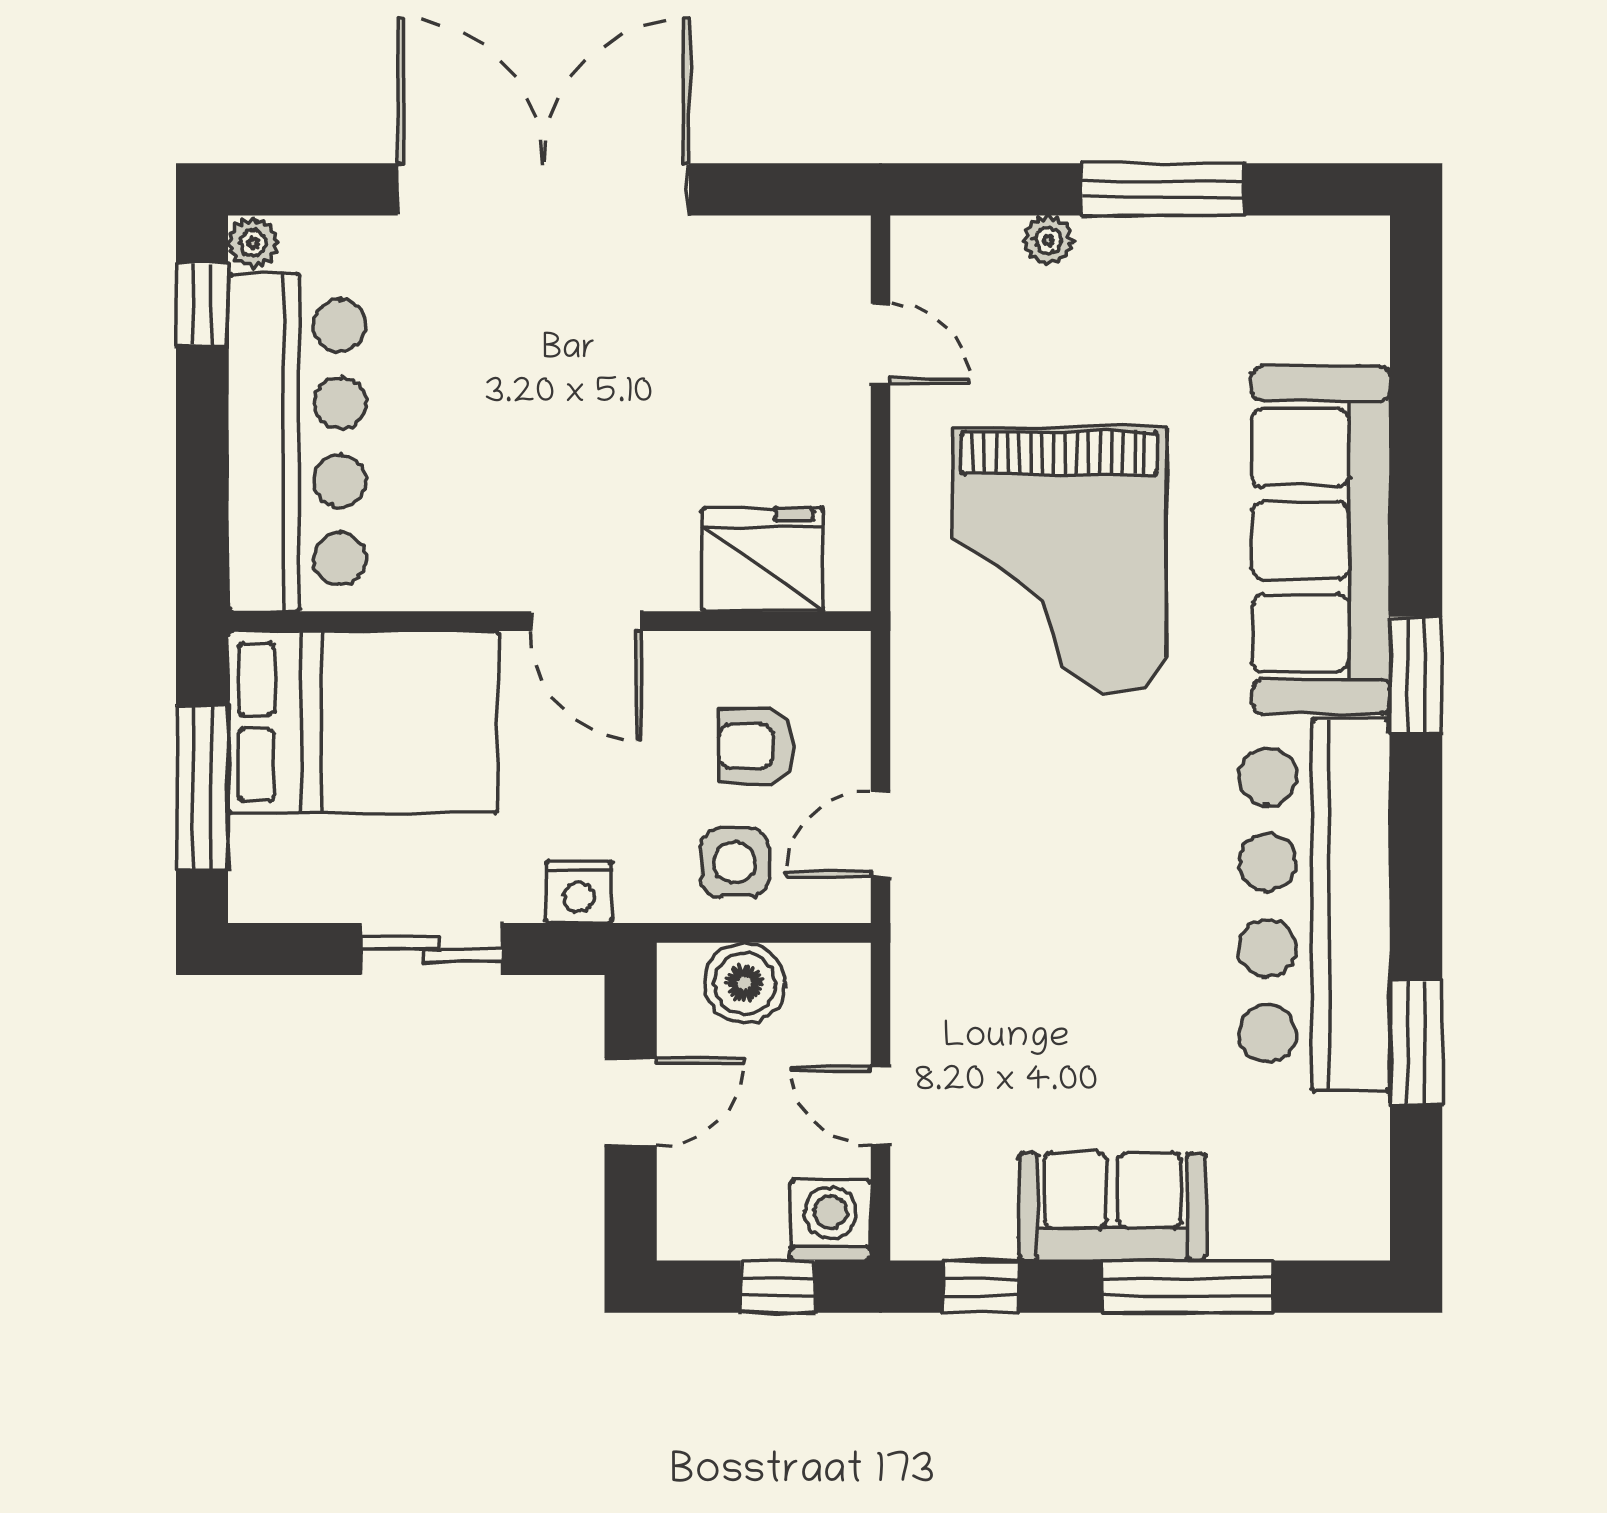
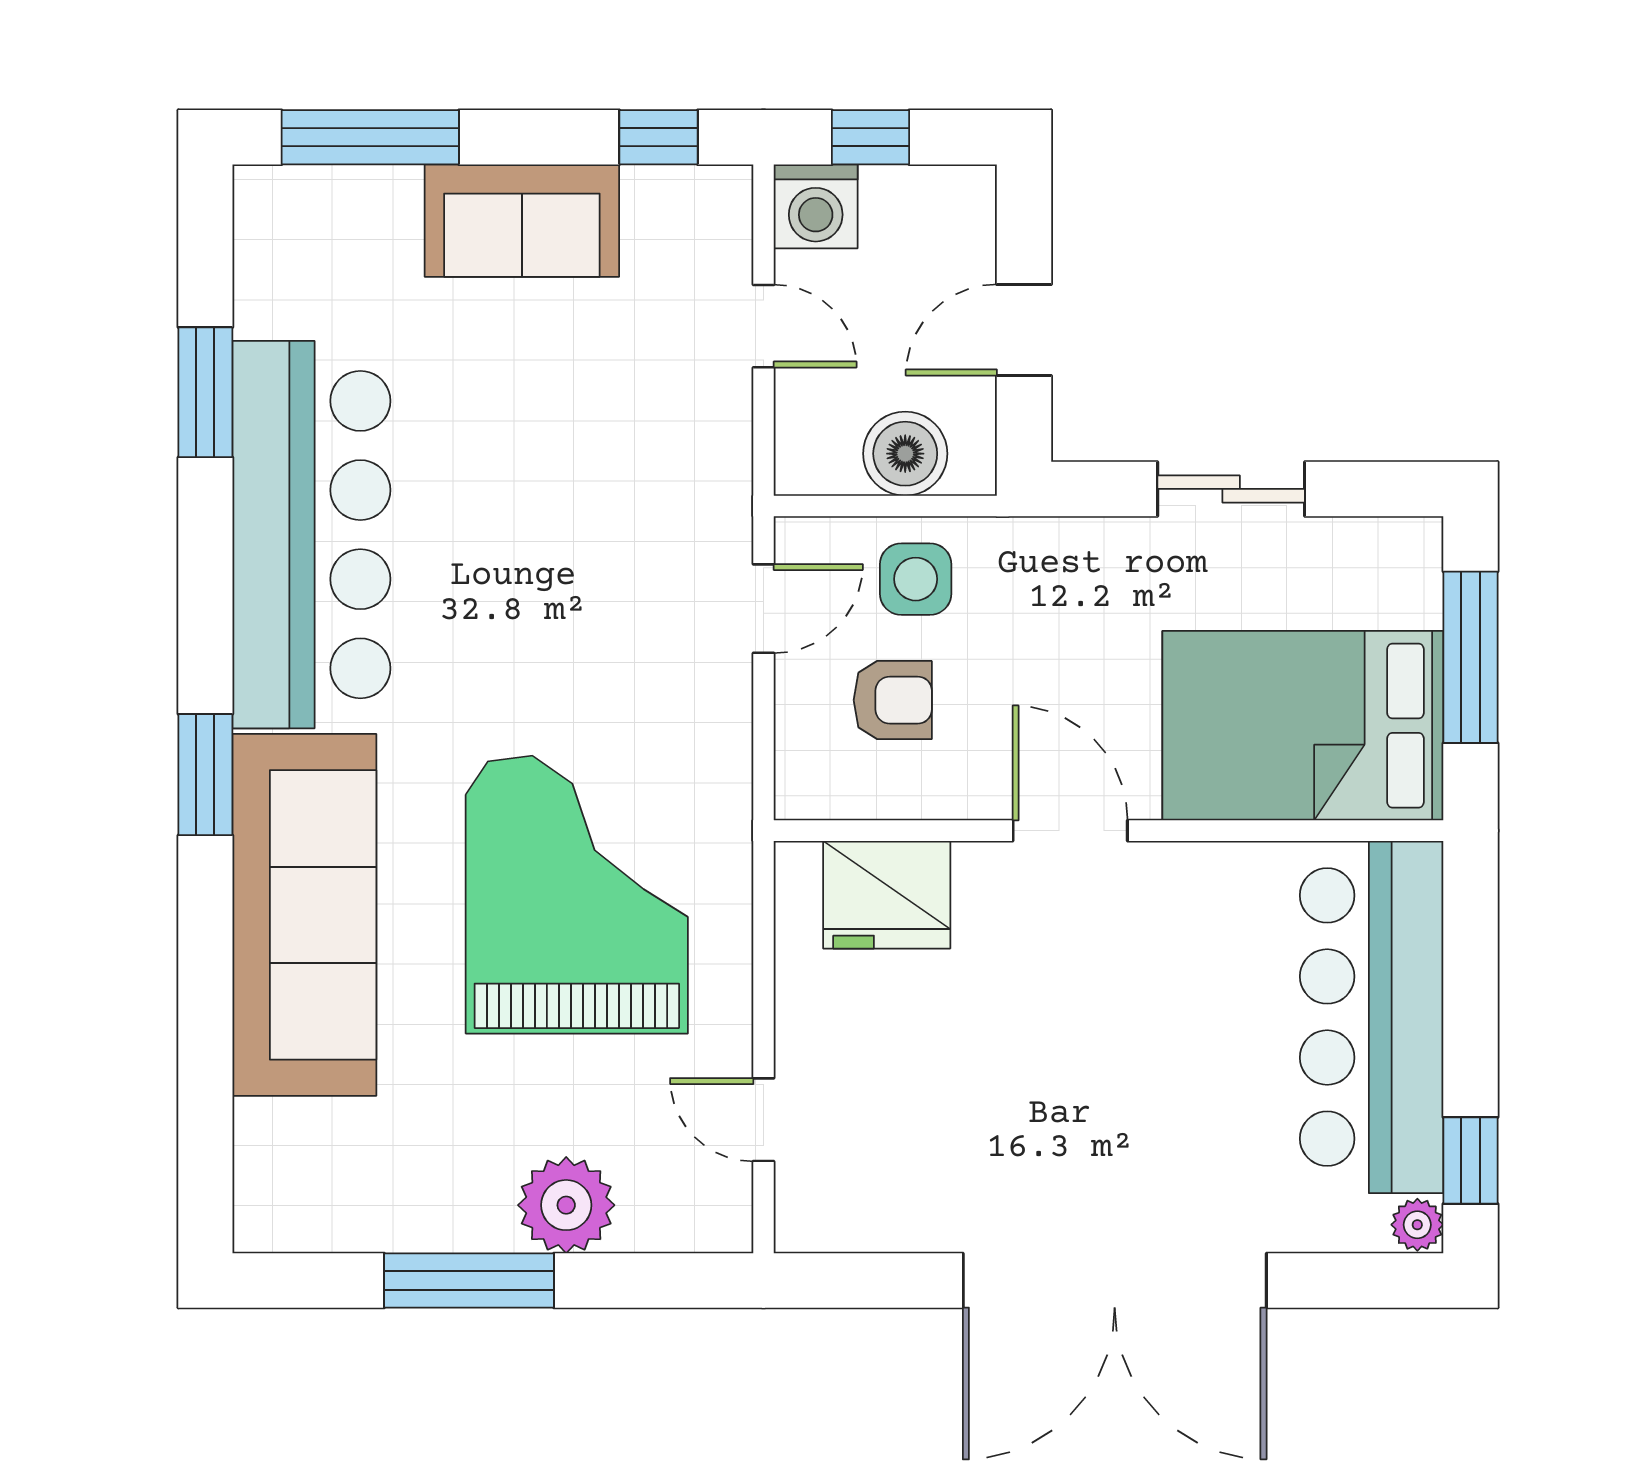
plant: (1048, 240) -> (566, 1205), width x1.88, depth x1.88
nightstand: (579, 892) -> (1078, 548), removed
window: (1188, 1287) -> (370, 137), moved

